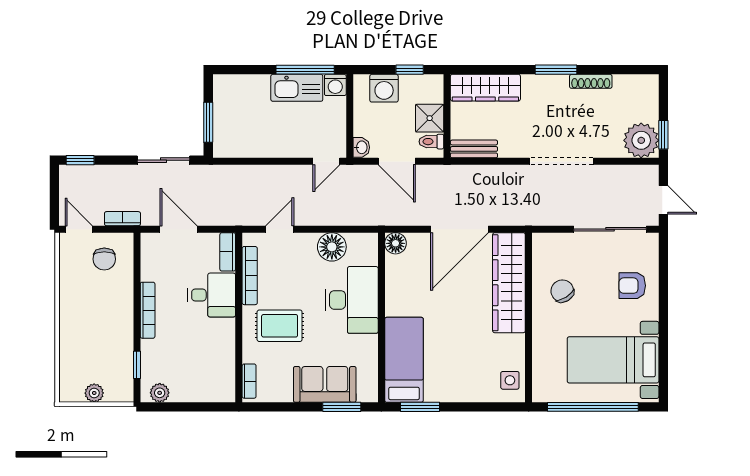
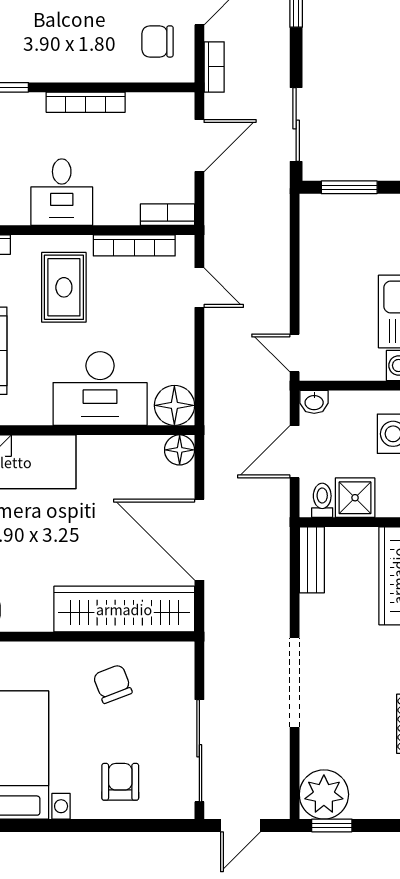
floor lamp: (332, 247) -> (174, 405), moved
chair: (562, 291) -> (113, 684), turned -79
desk: (212, 295) -> (62, 192), moved

